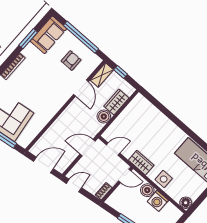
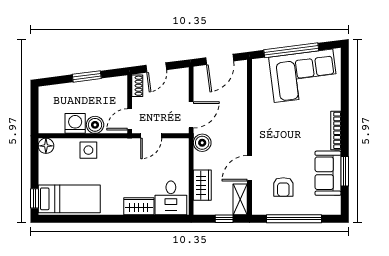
sofa: (48, 35) -> (328, 173), moved
door: (81, 88) -> (249, 168), hinge flipped
desk: (141, 111) -> (171, 198), added
boiler: (104, 117) -> (202, 143), moved
door: (113, 149) -> (151, 136), moved
wardrobe: (141, 163) -> (139, 206), moved, turned 180
door: (74, 186) -> (156, 68), moved

